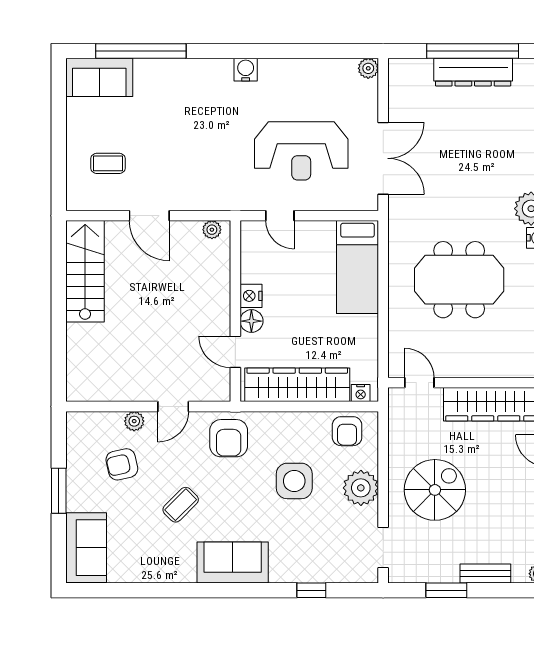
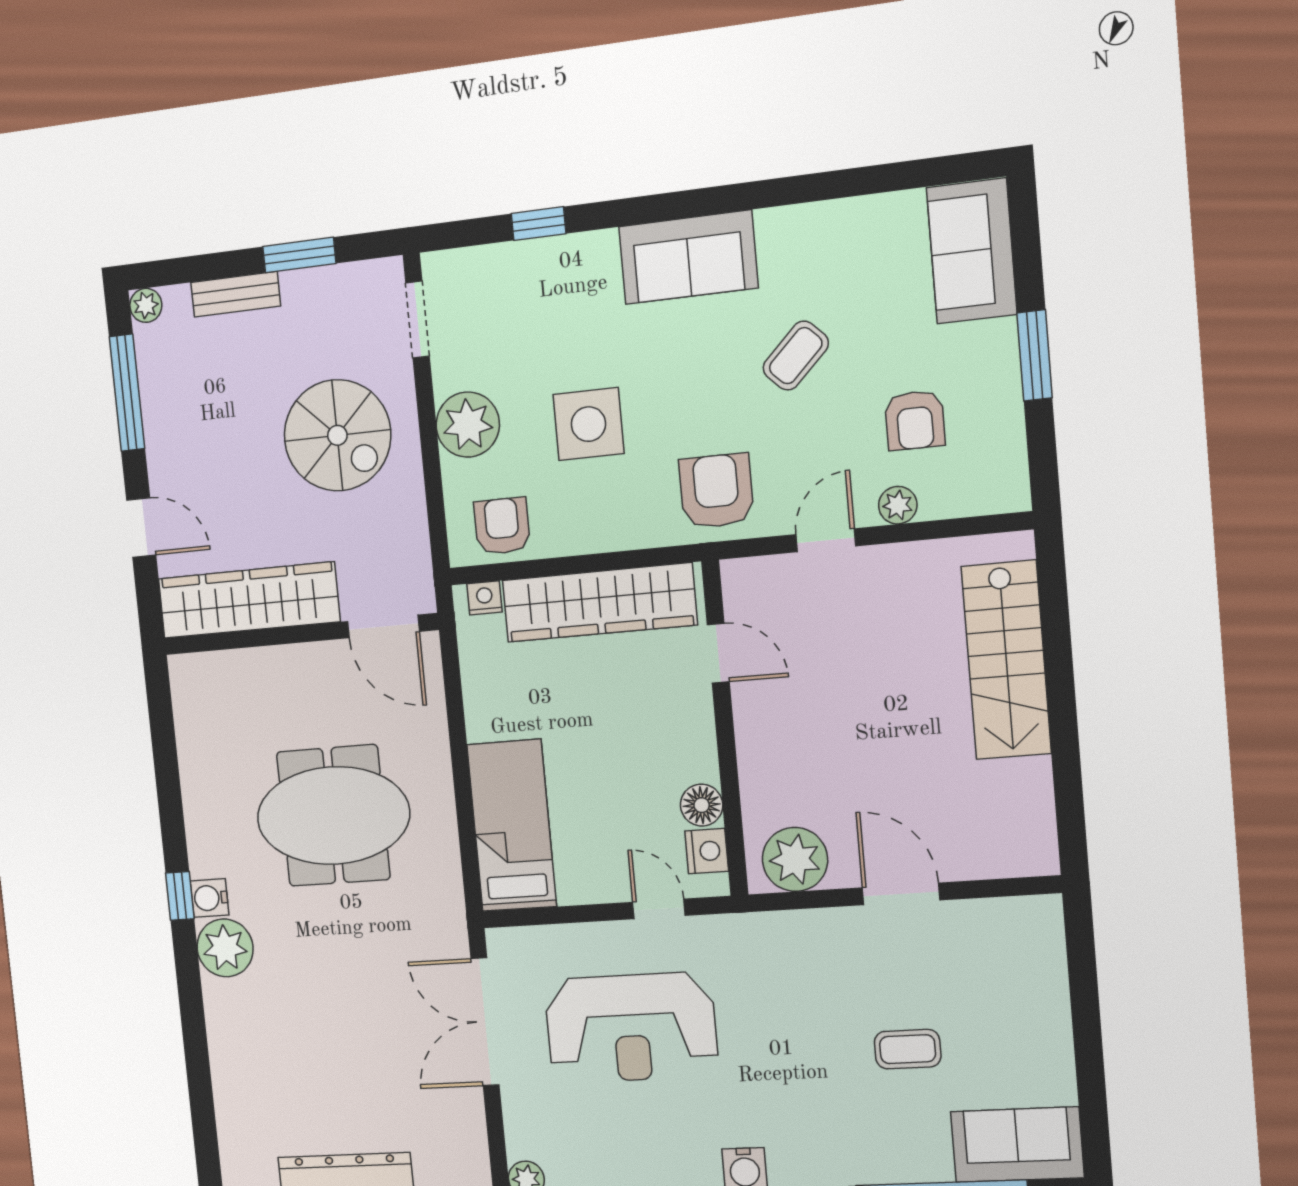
reception desk: (301, 151) -> (631, 1028), turned 180
coffee table: (108, 163) -> (908, 1049), moved
plant: (212, 230) -> (795, 859), width x1.88, depth x1.88
stairs: (85, 271) -> (1006, 660), moved
nightstand: (251, 296) -> (707, 851), moved
floor lamp: (251, 321) -> (702, 805), moved
door: (419, 383) -> (383, 626), width x1.38
armchair: (122, 464) -> (915, 420), turned 103
spiral stairs: (435, 490) -> (337, 435), turned -90

